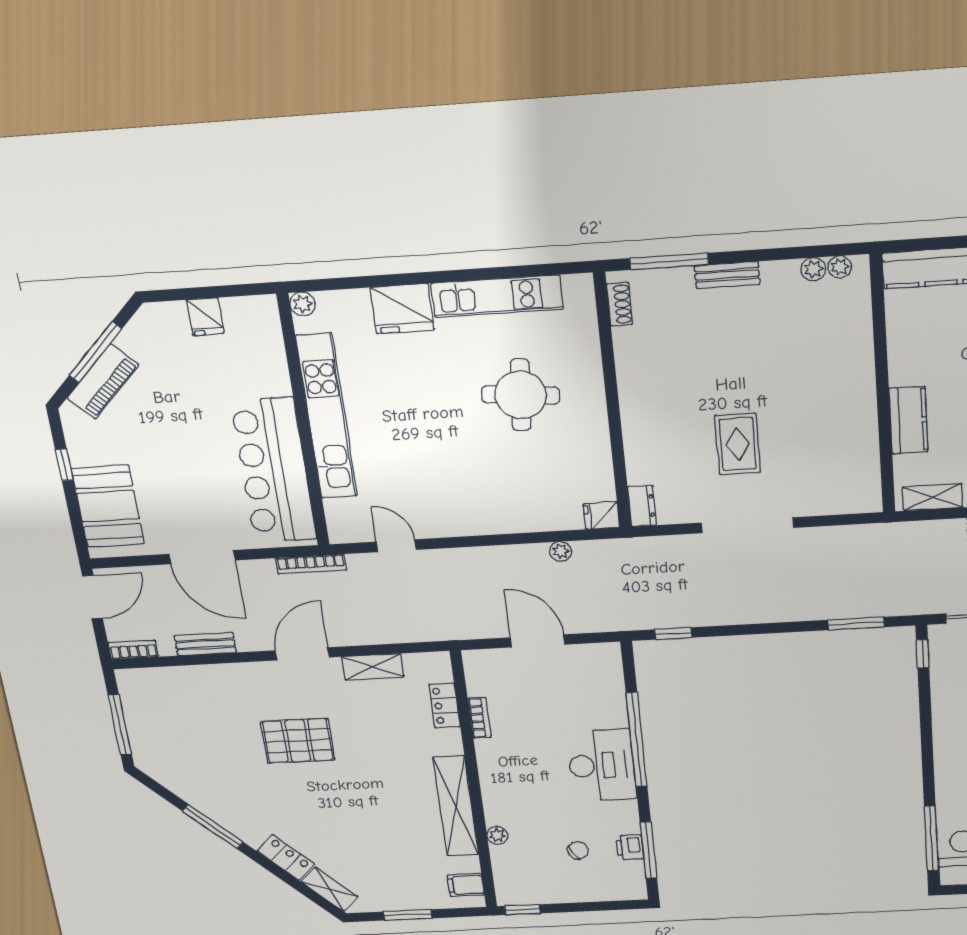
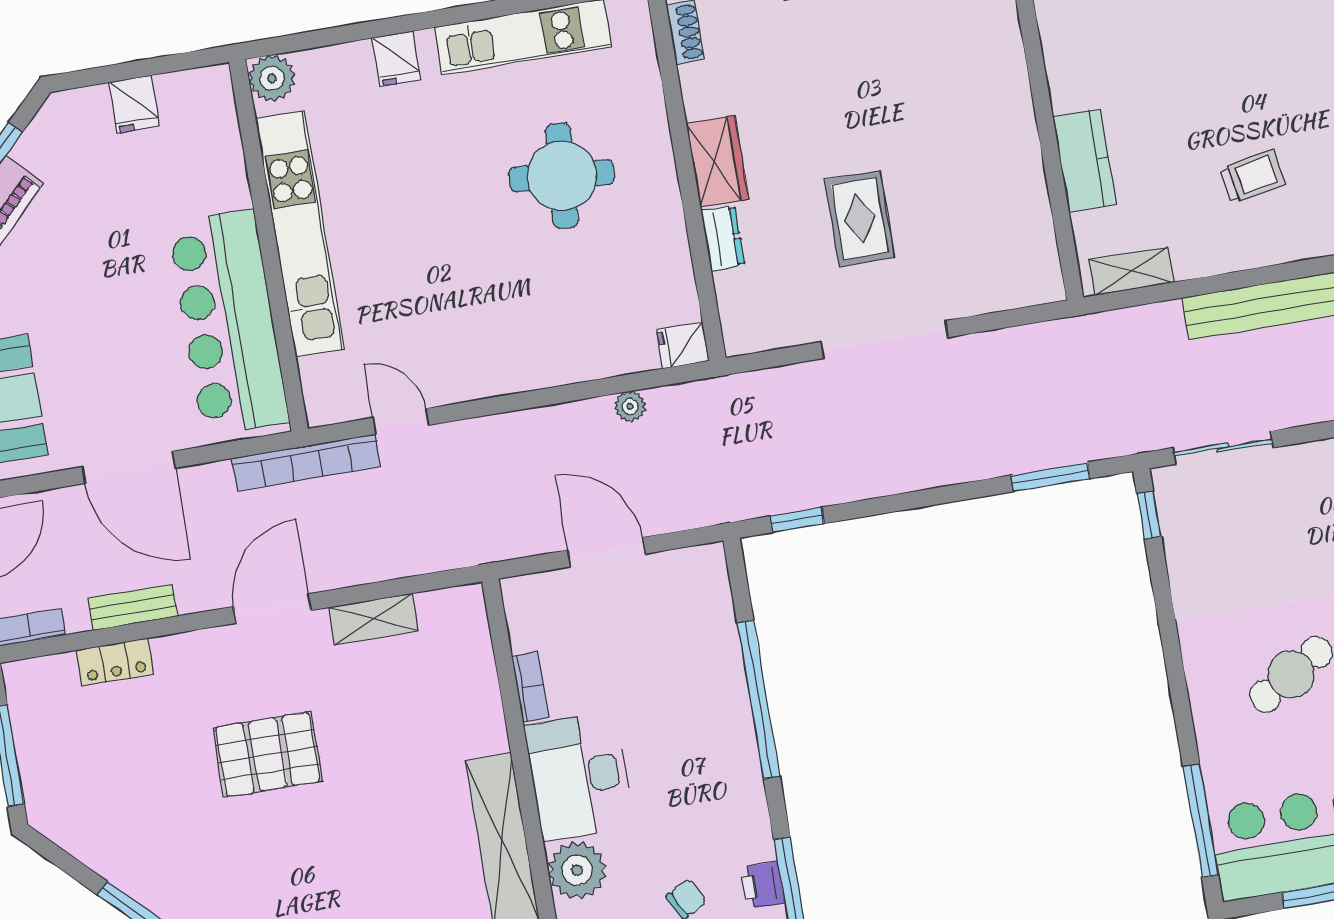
plant: (303, 304) -> (272, 78), width x1.38, depth x1.38
fridge: (402, 309) -> (396, 59), width x0.53, depth x0.75
wardrobe: (636, 396) -> (717, 161), added
dresser: (642, 506) -> (723, 238), moved
bookcase: (311, 564) -> (306, 462), width x1.48, depth x1.31
locker: (445, 706) -> (115, 662), moved, turned -90
desk: (602, 765) -> (579, 776), moved, turned 180
plant: (497, 835) -> (577, 870), width x1.87, depth x1.87

